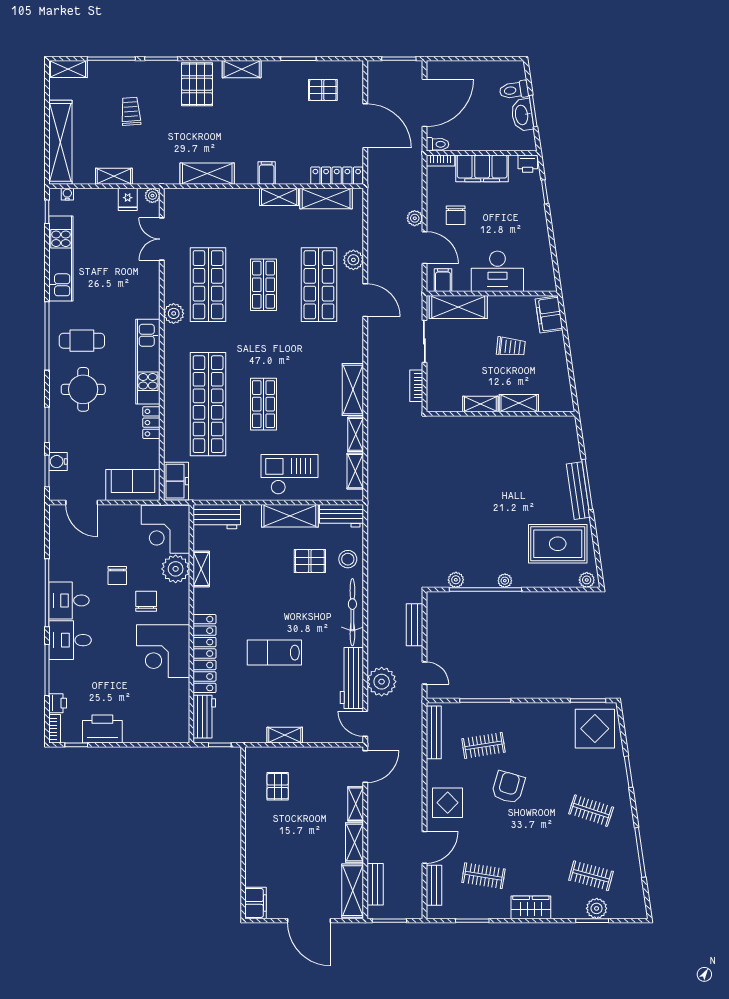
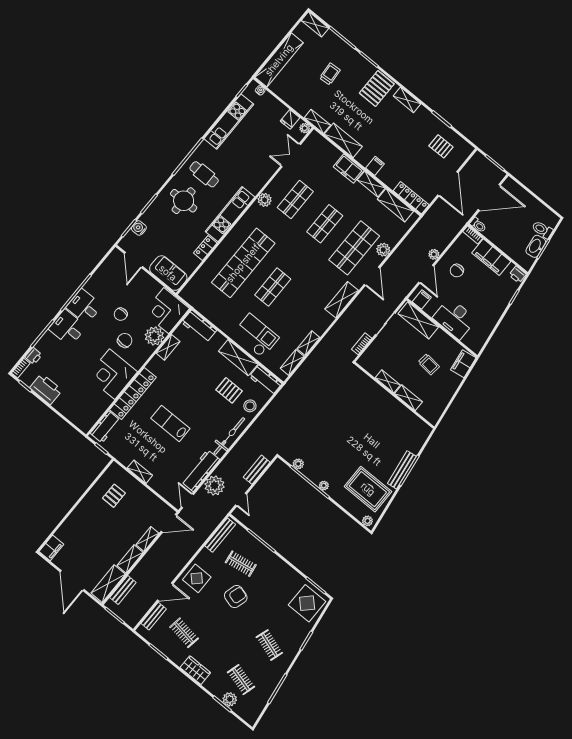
shelving: (114, 176) -> (317, 121), moved
shop shelf: (208, 285) -> (295, 200), width x0.70, depth x0.74
shelving: (353, 390) -> (342, 300), moved
freezer: (176, 481) -> (349, 169), moved, turned 90

